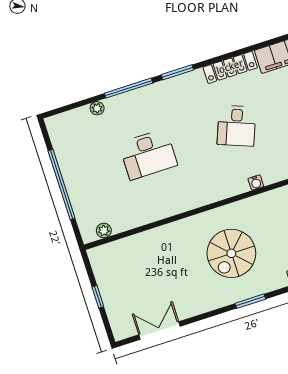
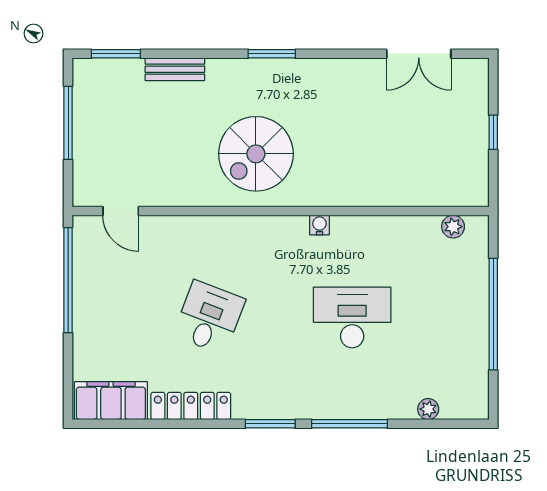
plant: (97, 108) -> (428, 409), moved
water cooler: (256, 183) -> (320, 225), moved
spiral stairs: (231, 253) -> (256, 154), moved, turned 180

